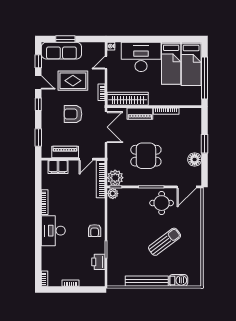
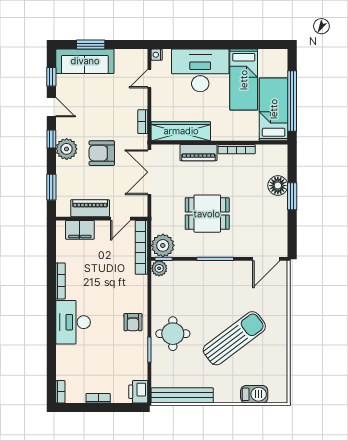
bed: (191, 64) -> (274, 109), moved, turned 180
rug: (73, 81) -> (101, 105), removed
plant: (49, 111) -> (67, 149), added
double door: (106, 127) -> (149, 172), swing flipped
floor lamp: (195, 159) -> (278, 186), moved
round table: (162, 203) -> (173, 334), moved
sun lounger: (165, 242) -> (234, 338), width x1.36, depth x1.34
printer: (98, 262) -> (138, 392), moved
bench: (147, 281) -> (182, 395), moved

